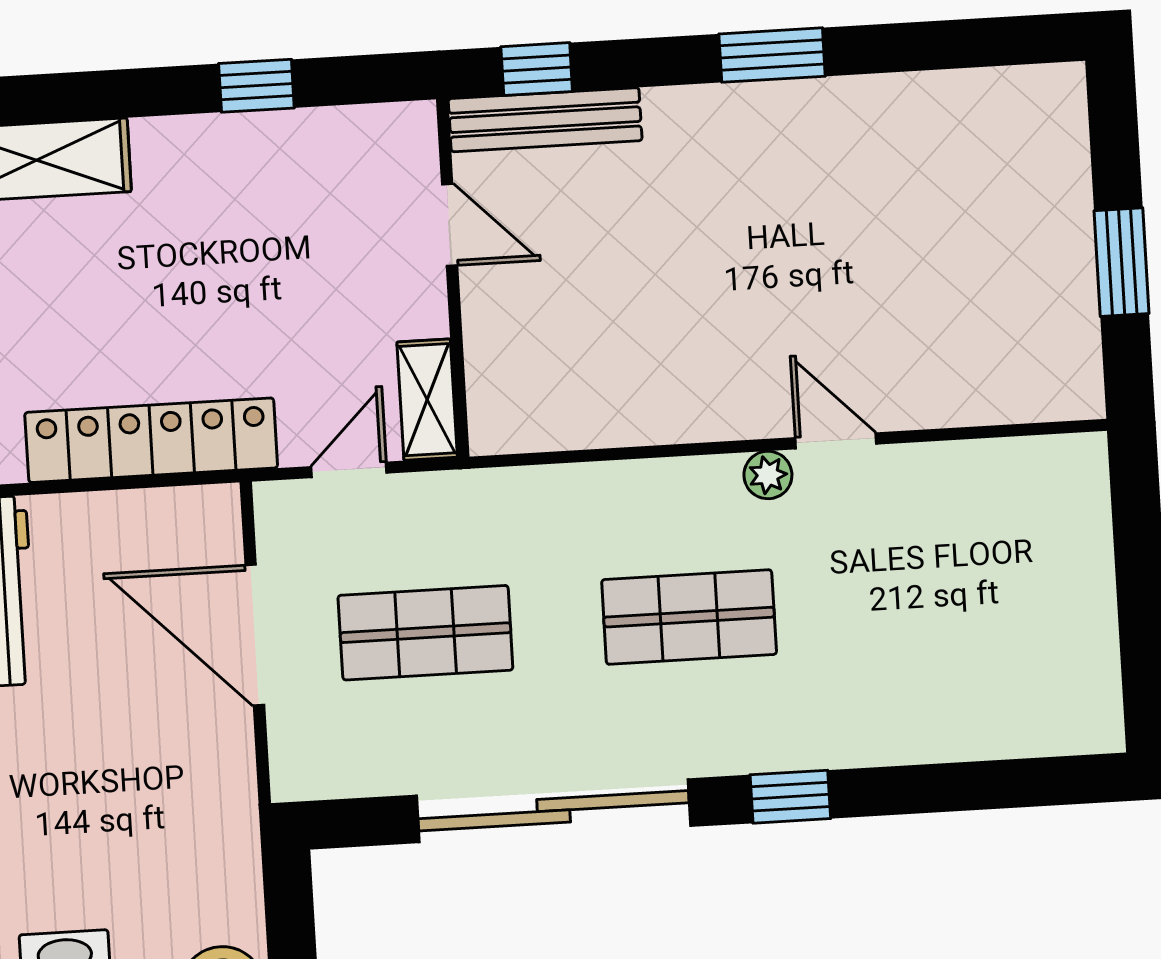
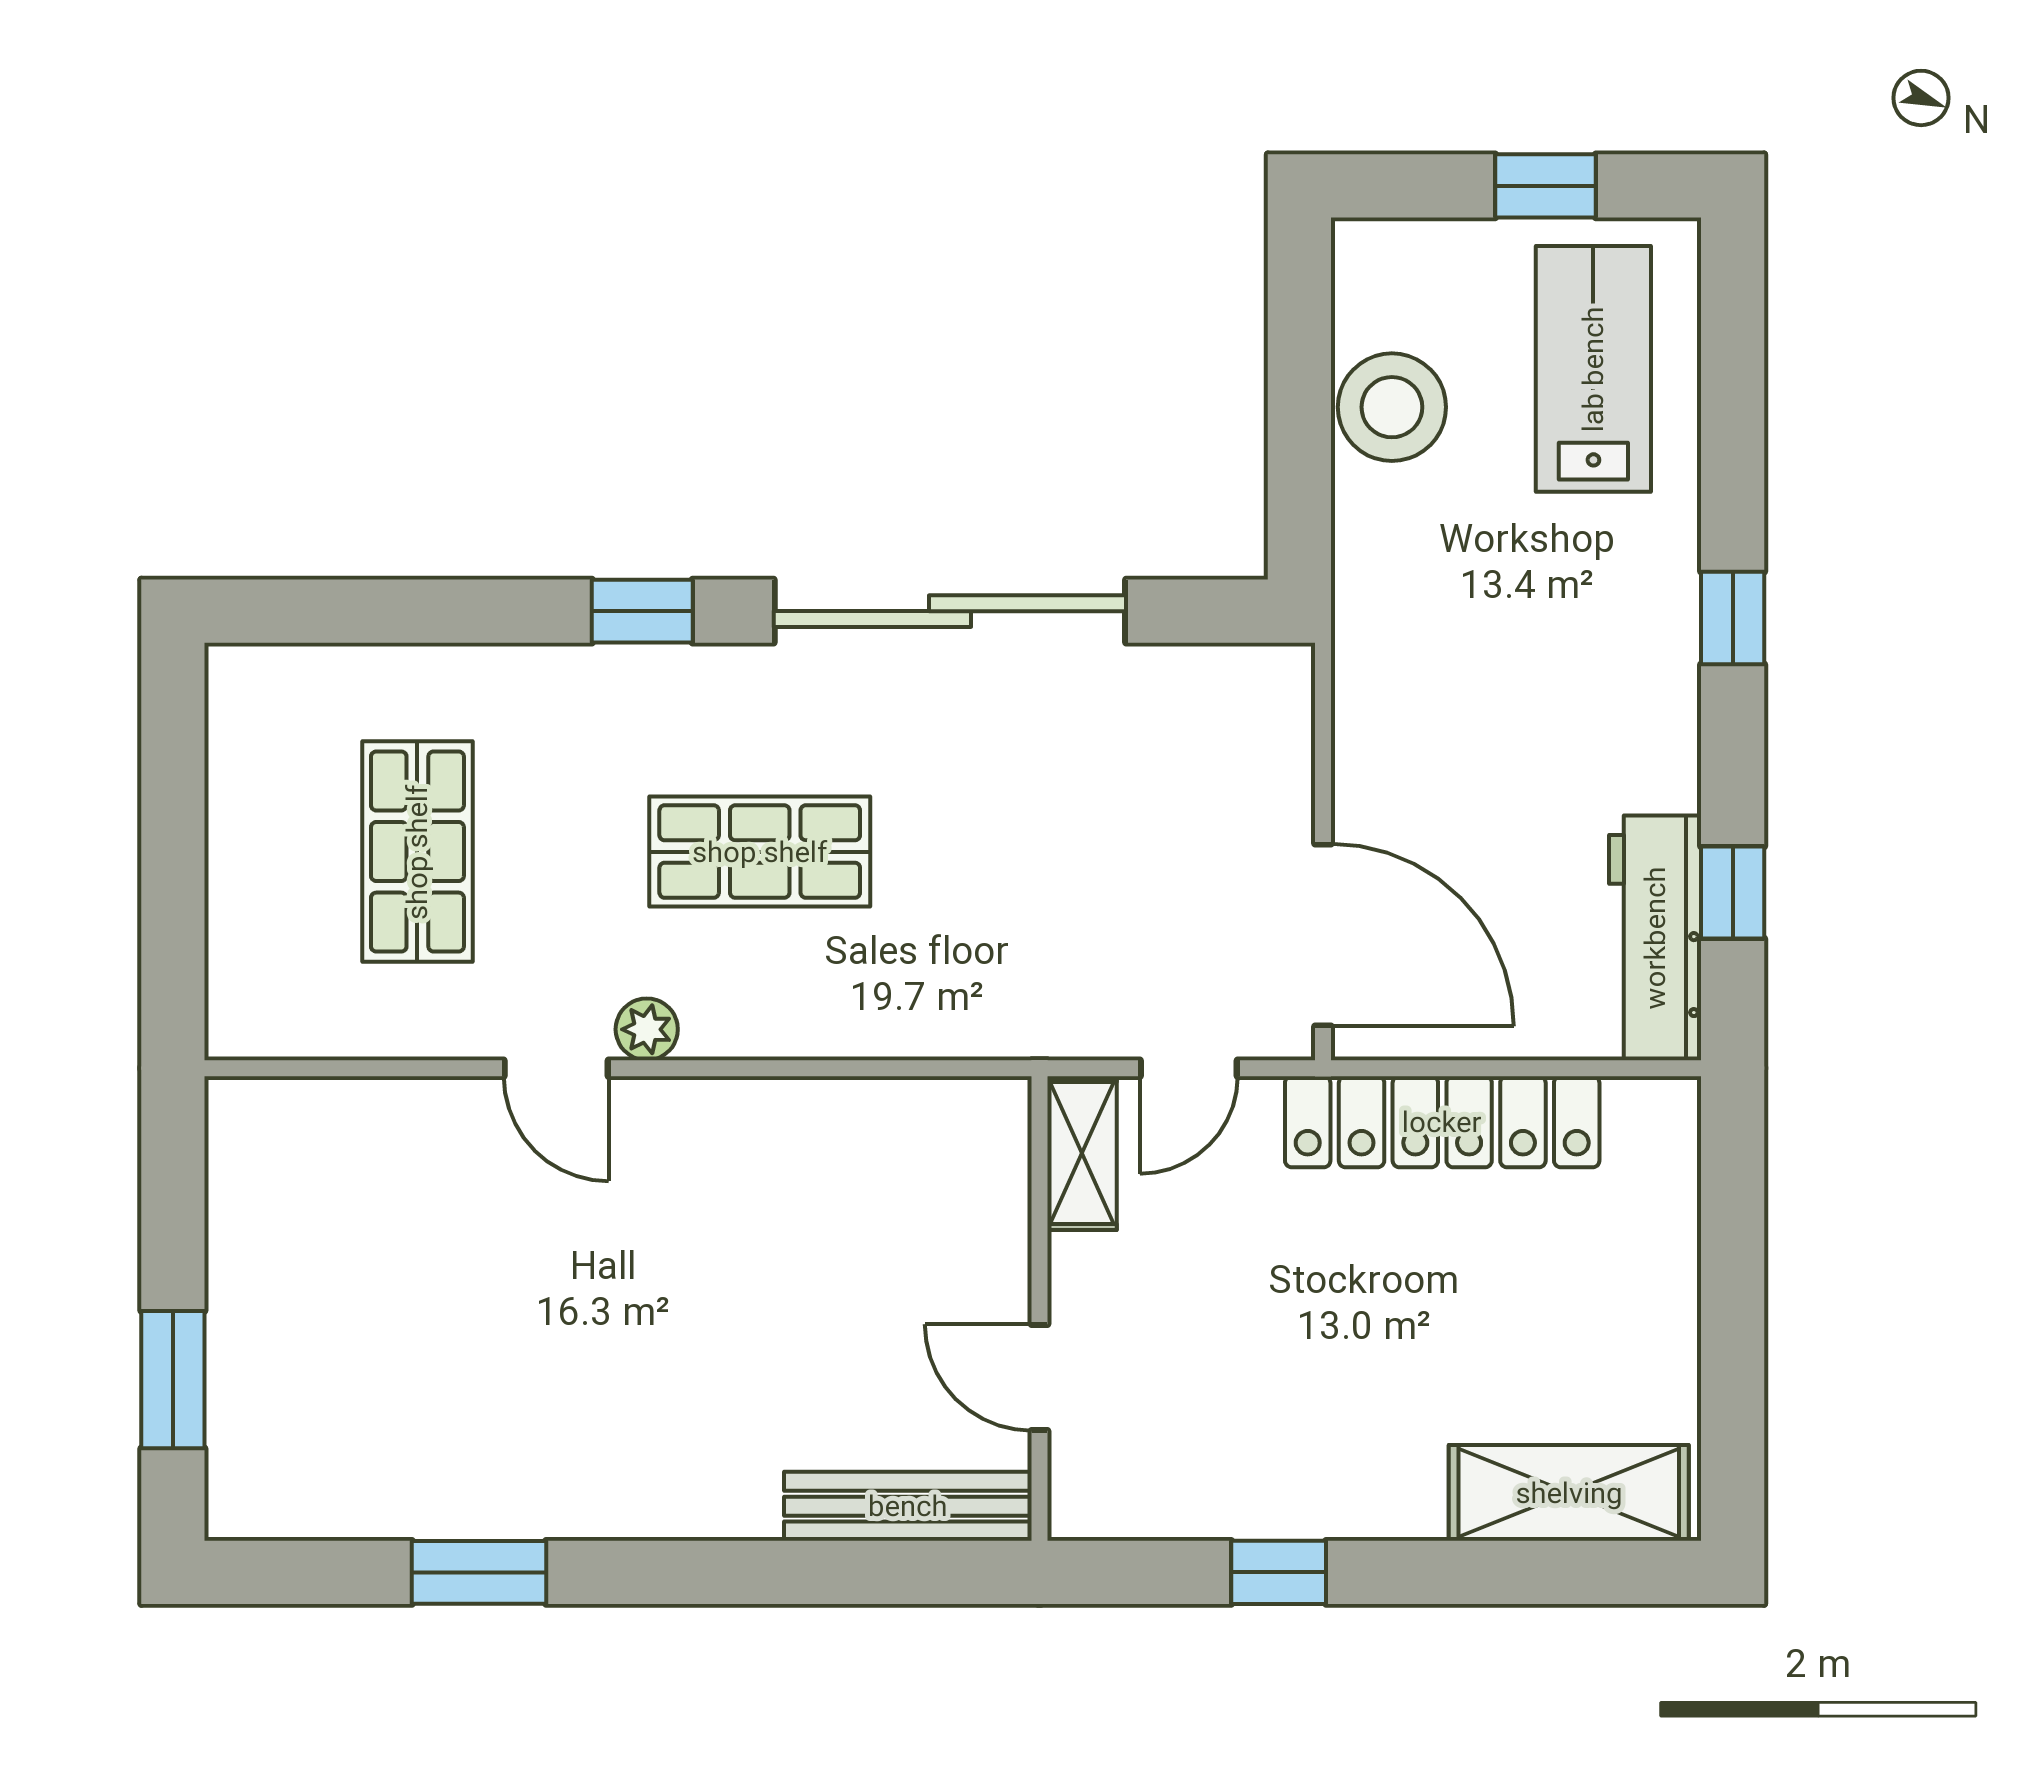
window: (772, 55) -> (479, 1572), moved
window: (537, 69) -> (915, 1572), removed
window: (1121, 262) -> (173, 1380), moved
shop shelf: (425, 633) -> (417, 852), moved, turned 90
door: (255, 635) -> (1323, 935), moved

